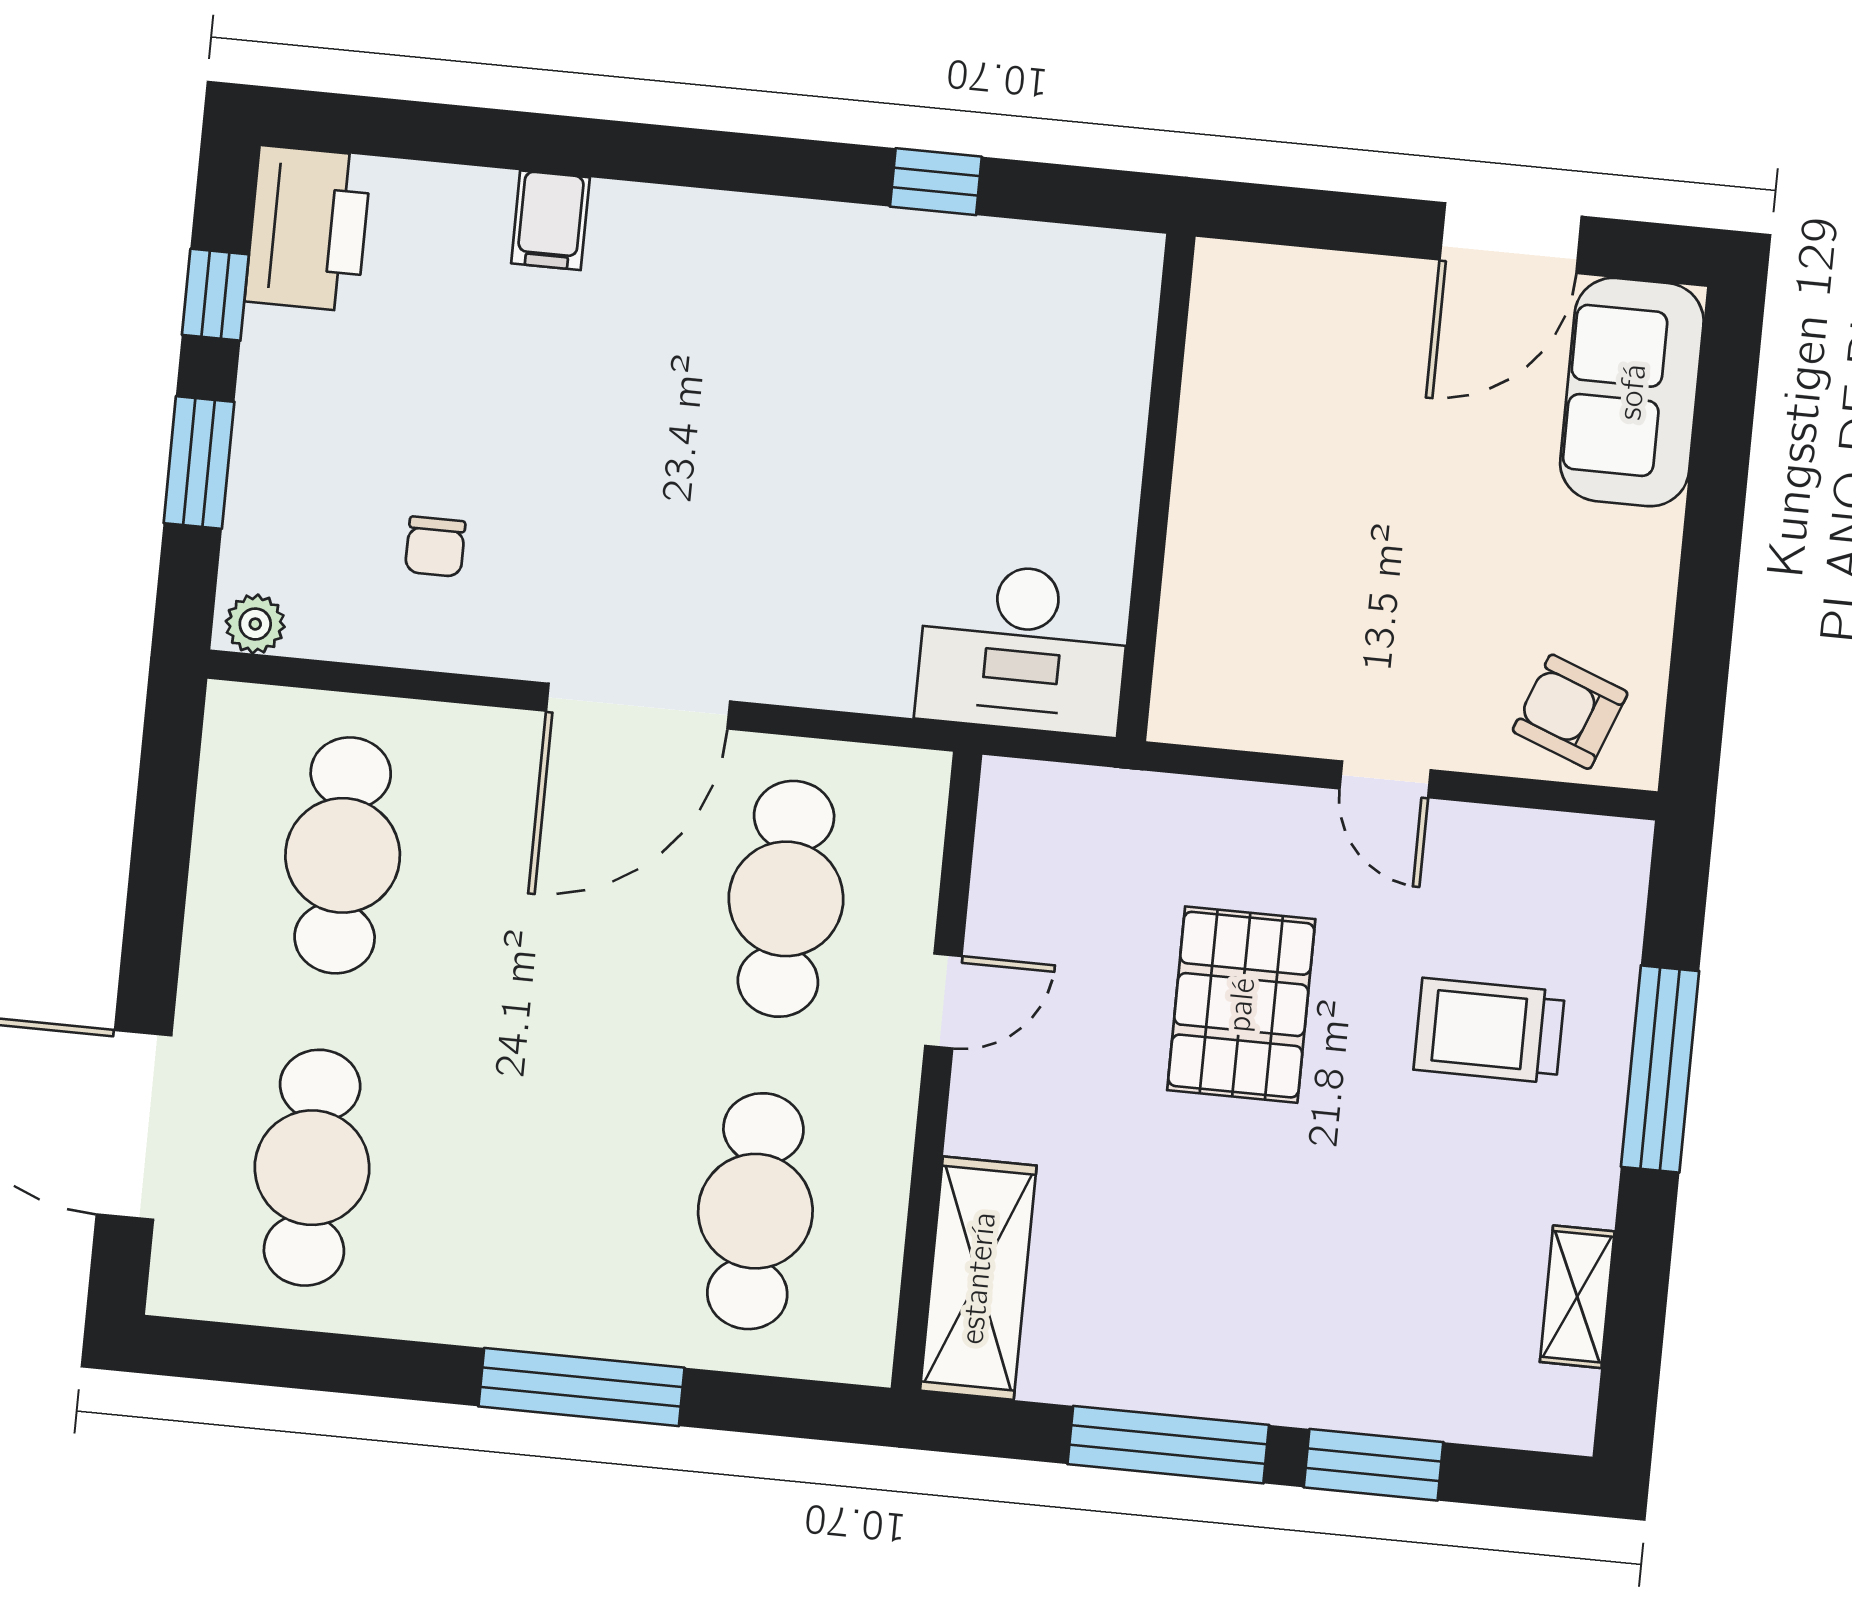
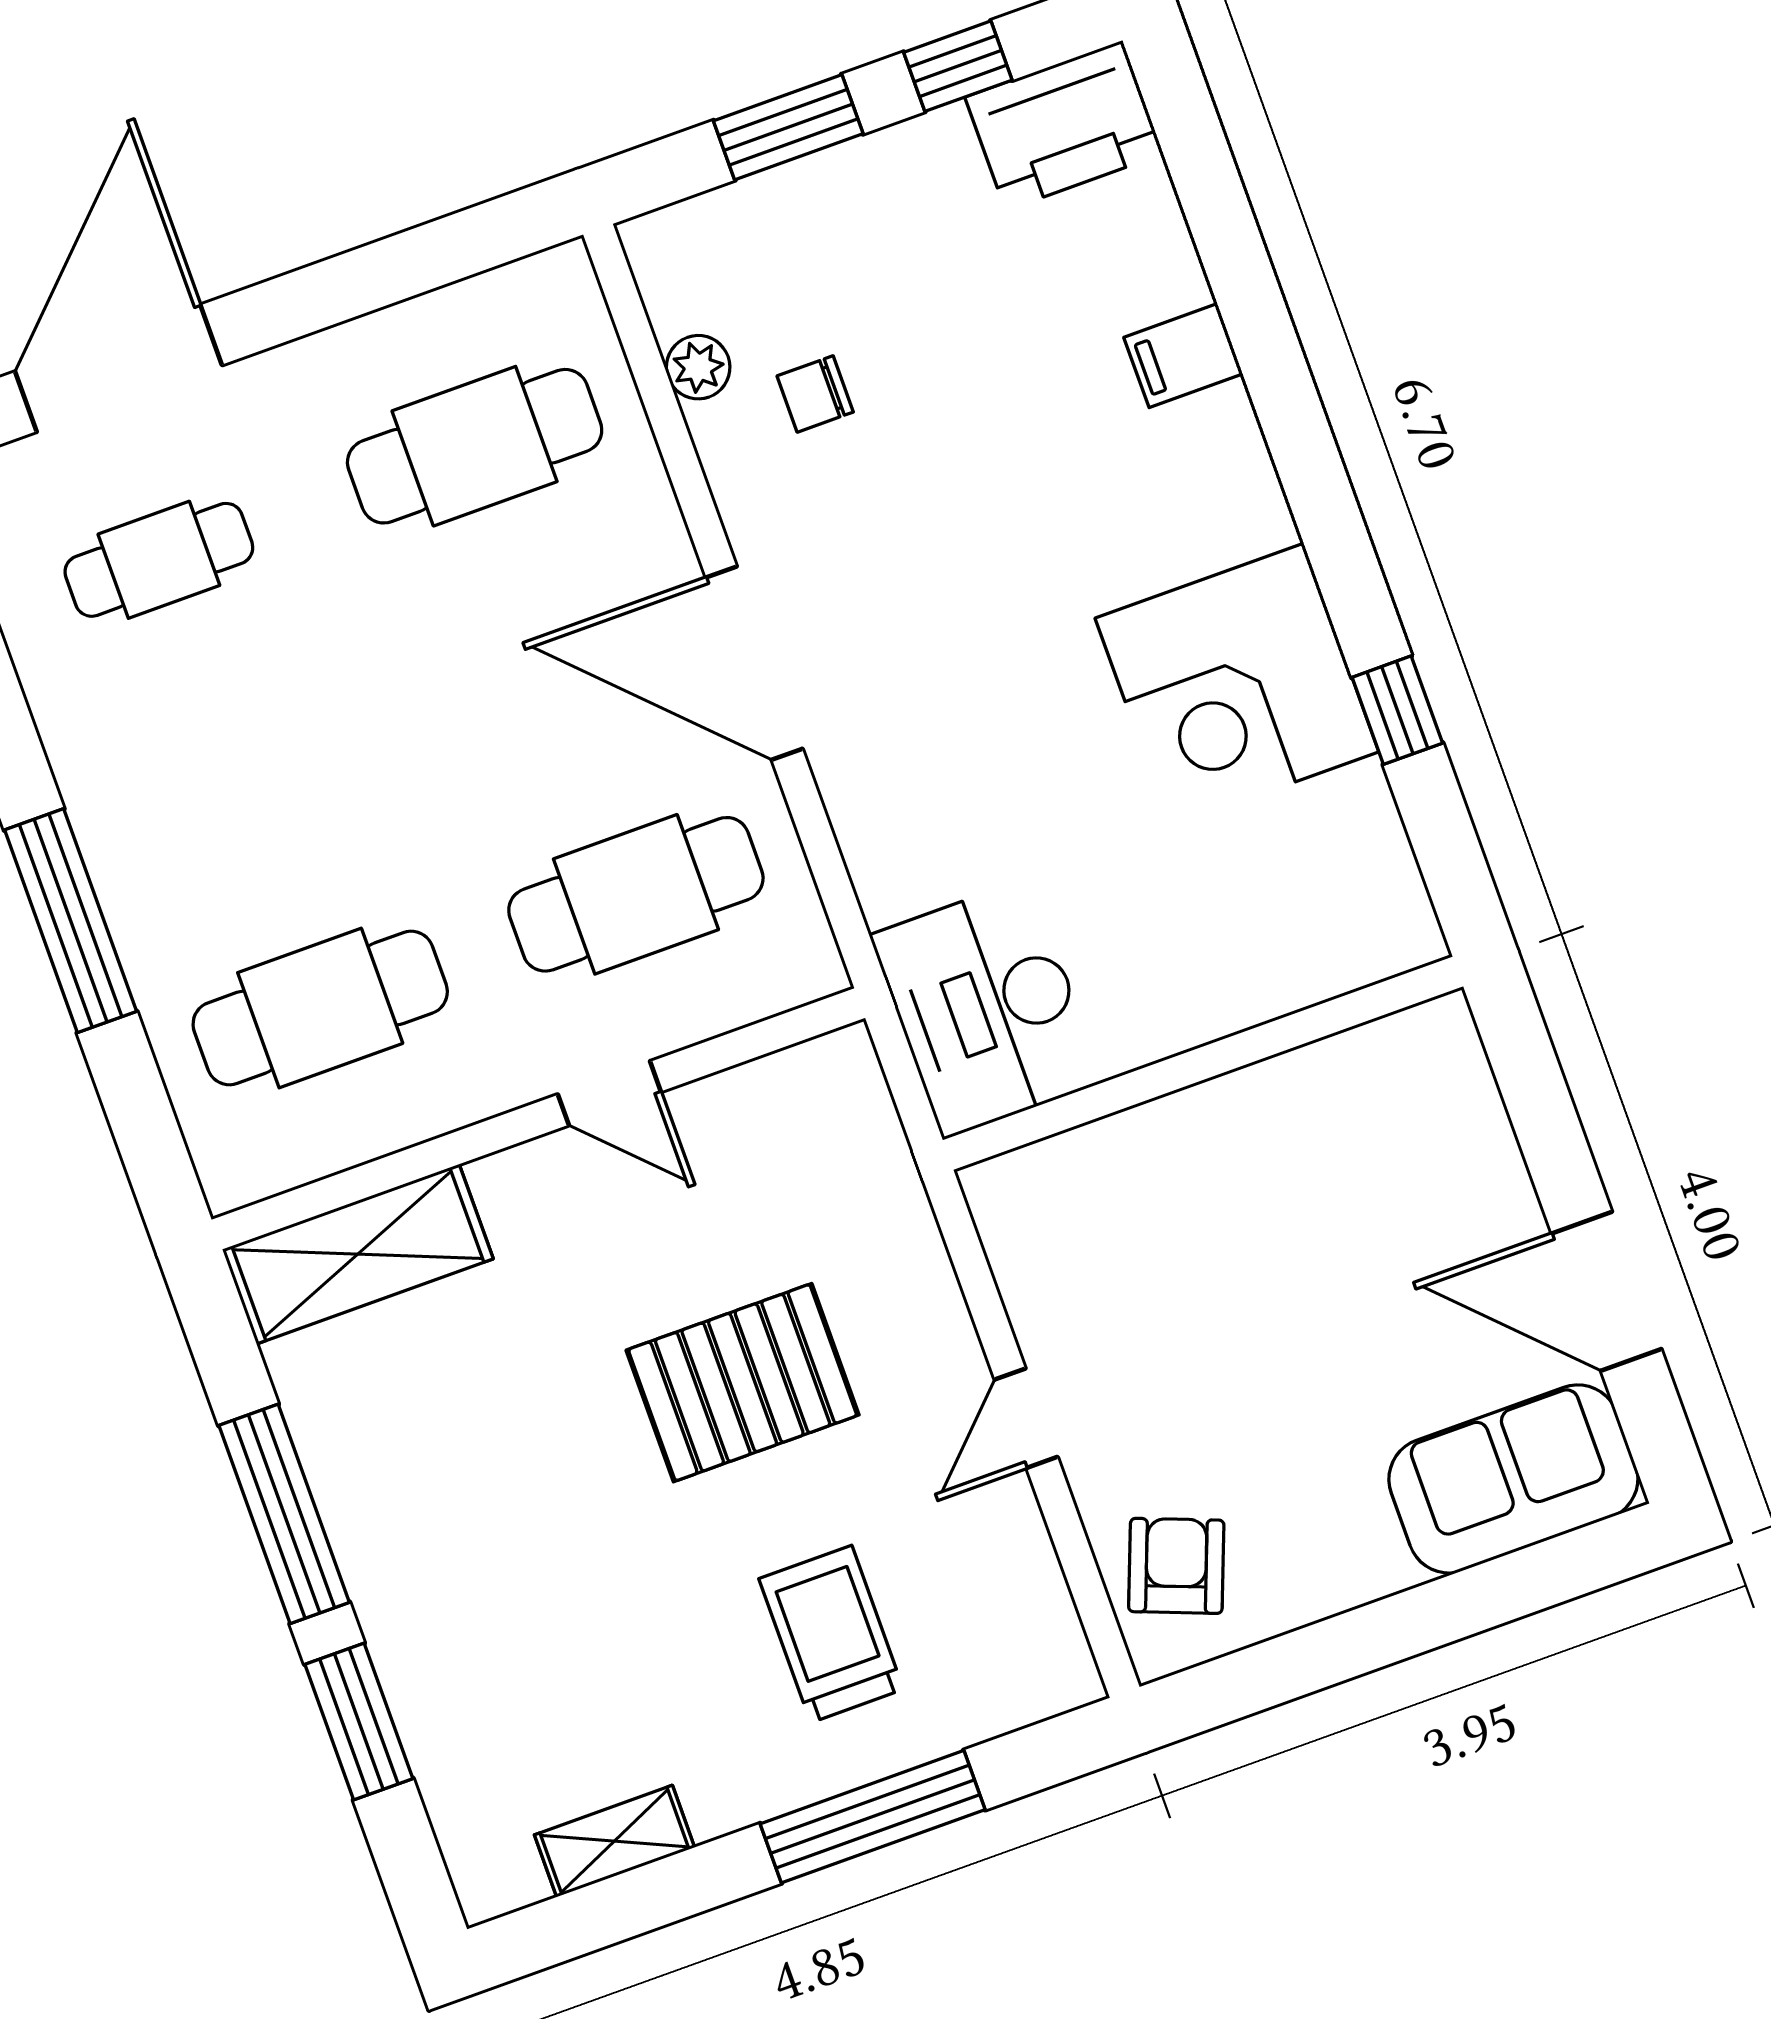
corner desk: (850, 307) -> (1237, 685), added
plant: (255, 624) -> (698, 367), moved
cafe table: (312, 1168) -> (159, 560), width x0.73, depth x0.74

